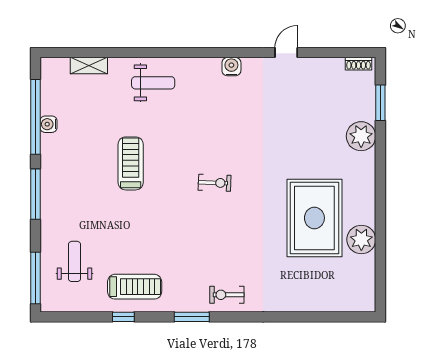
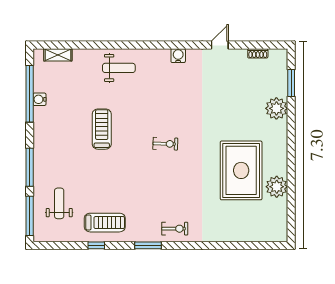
shoe rack: (359, 64) -> (258, 53), moved
shelving: (89, 66) -> (58, 55), moved
window: (35, 194) -> (30, 167), moved
exercise bike: (227, 295) -> (175, 229), turned 180

